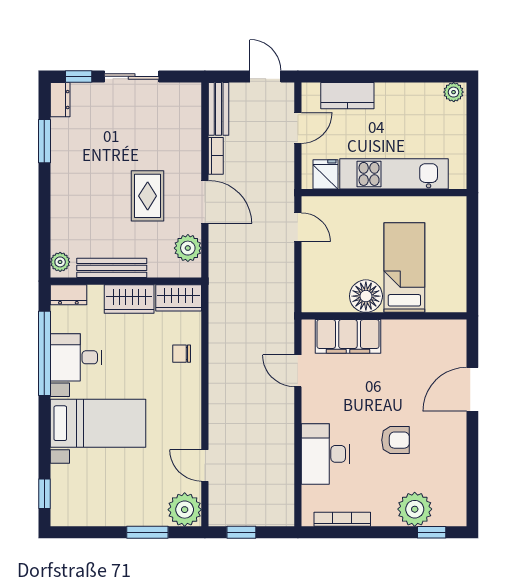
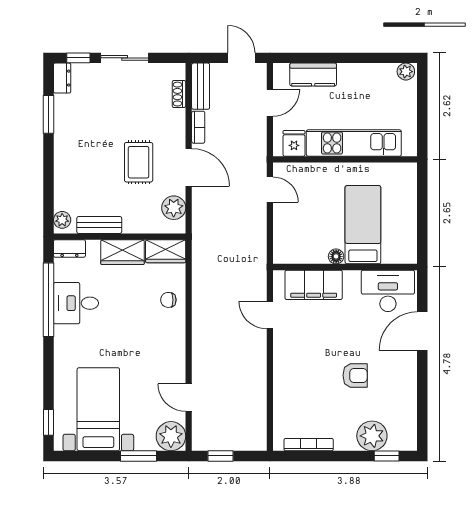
shoe rack: (194, 118) -> (179, 94), added
bench: (112, 268) -> (99, 225), width x0.73
floor lamp: (366, 296) -> (336, 256), width x0.53, depth x0.53
bed with nightstands: (98, 423) -> (98, 409), moved, turned -90
desk: (325, 454) -> (388, 291), moved, turned 90

